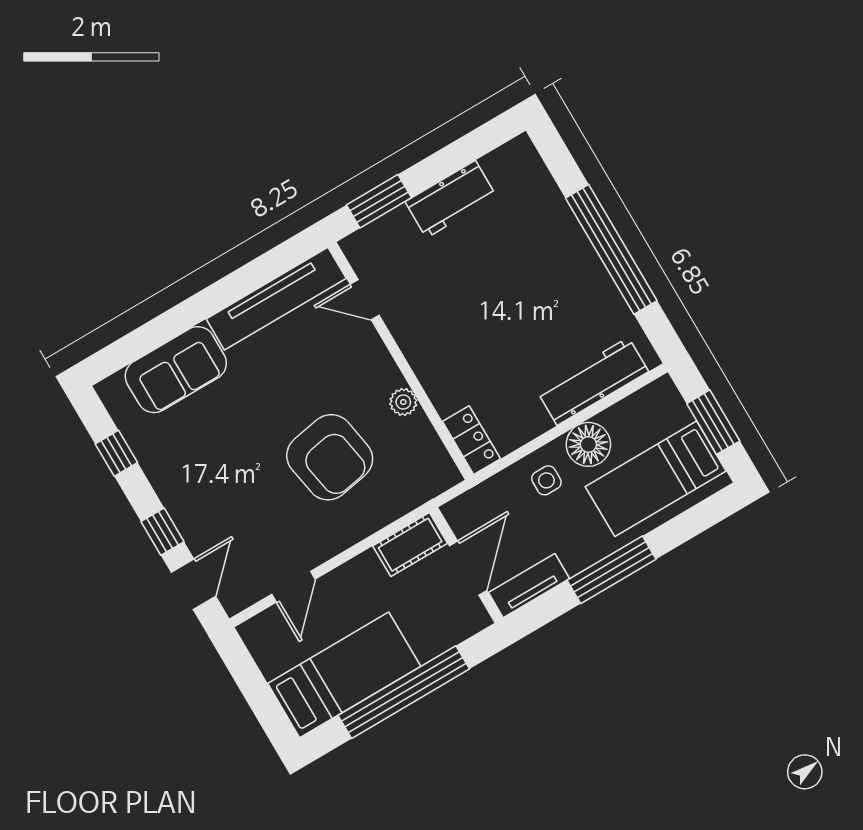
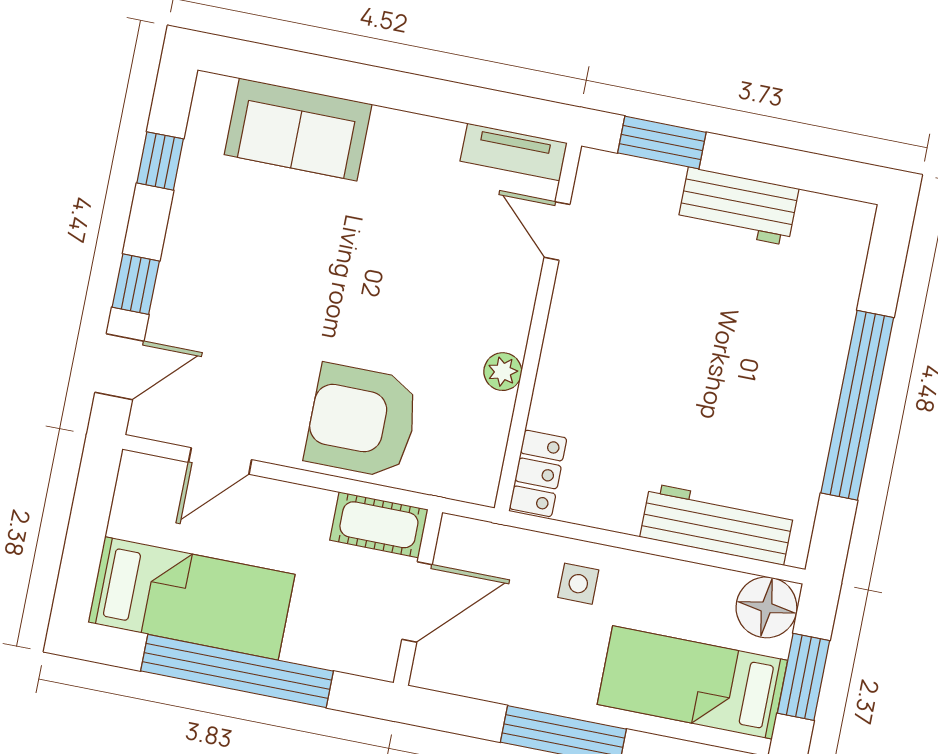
tv unit: (276, 299) -> (514, 152), width x0.52, depth x0.78
floor lamp: (588, 444) -> (766, 607), moved
armchair: (330, 457) -> (362, 421), moved, turned 100
tv unit: (529, 586) -> (464, 676), removed

